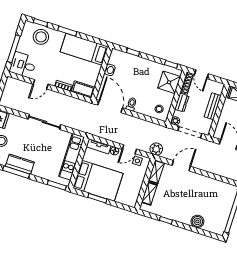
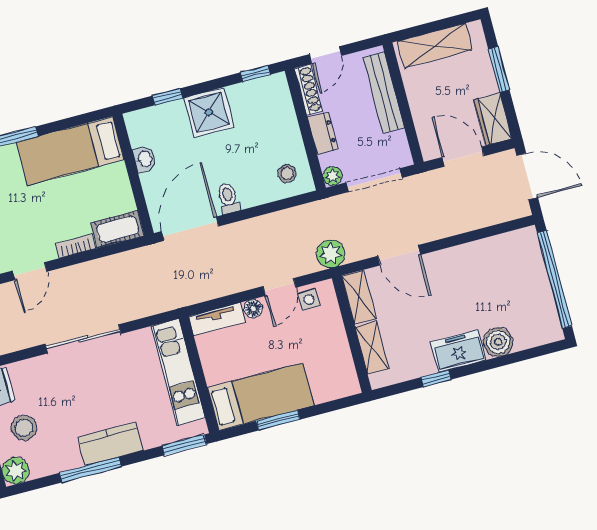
door: (201, 74) -> (326, 55), hinge flipped
shower: (169, 82) -> (209, 112), moved
door: (110, 106) -> (190, 229), hinge flipped
bench: (213, 106) -> (384, 93), width x1.36
kitchen counter: (20, 164) -> (110, 444), moved
door: (181, 166) -> (399, 255), swing flipped
bed: (98, 181) -> (261, 397), width x0.67
freezer: (181, 215) -> (458, 351), added

